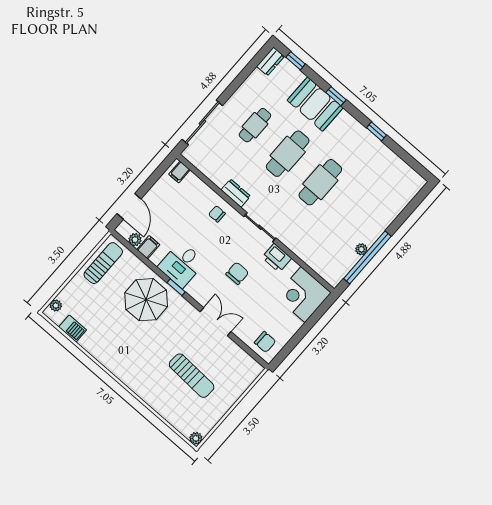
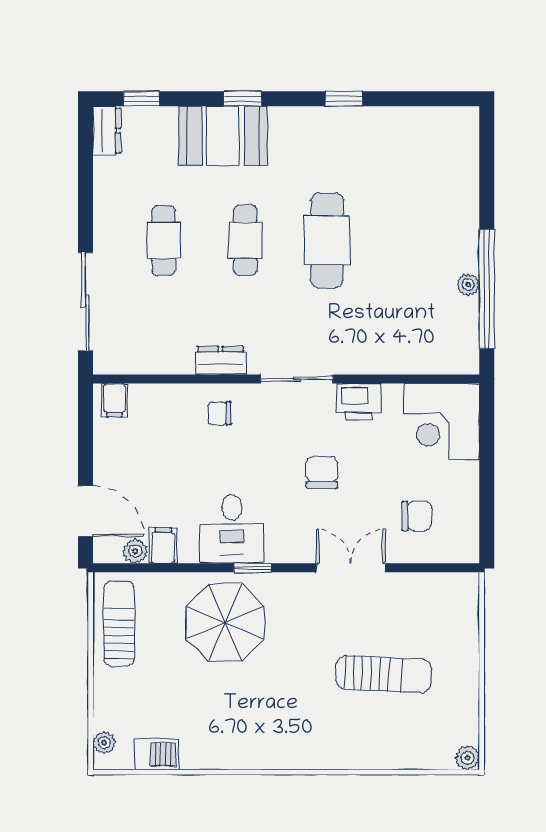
cafe table: (288, 154) -> (245, 240), width x0.73, depth x0.74
chair: (265, 342) -> (417, 516), moved

